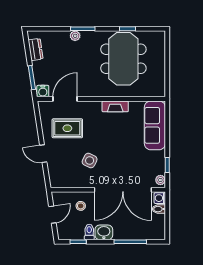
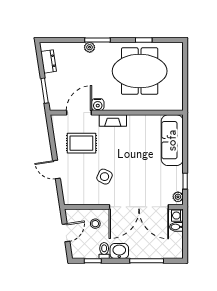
meeting table: (123, 59) -> (140, 71), turned 90
water cooler: (43, 91) -> (98, 105), moved
fireplace: (115, 106) -> (113, 120), moved

